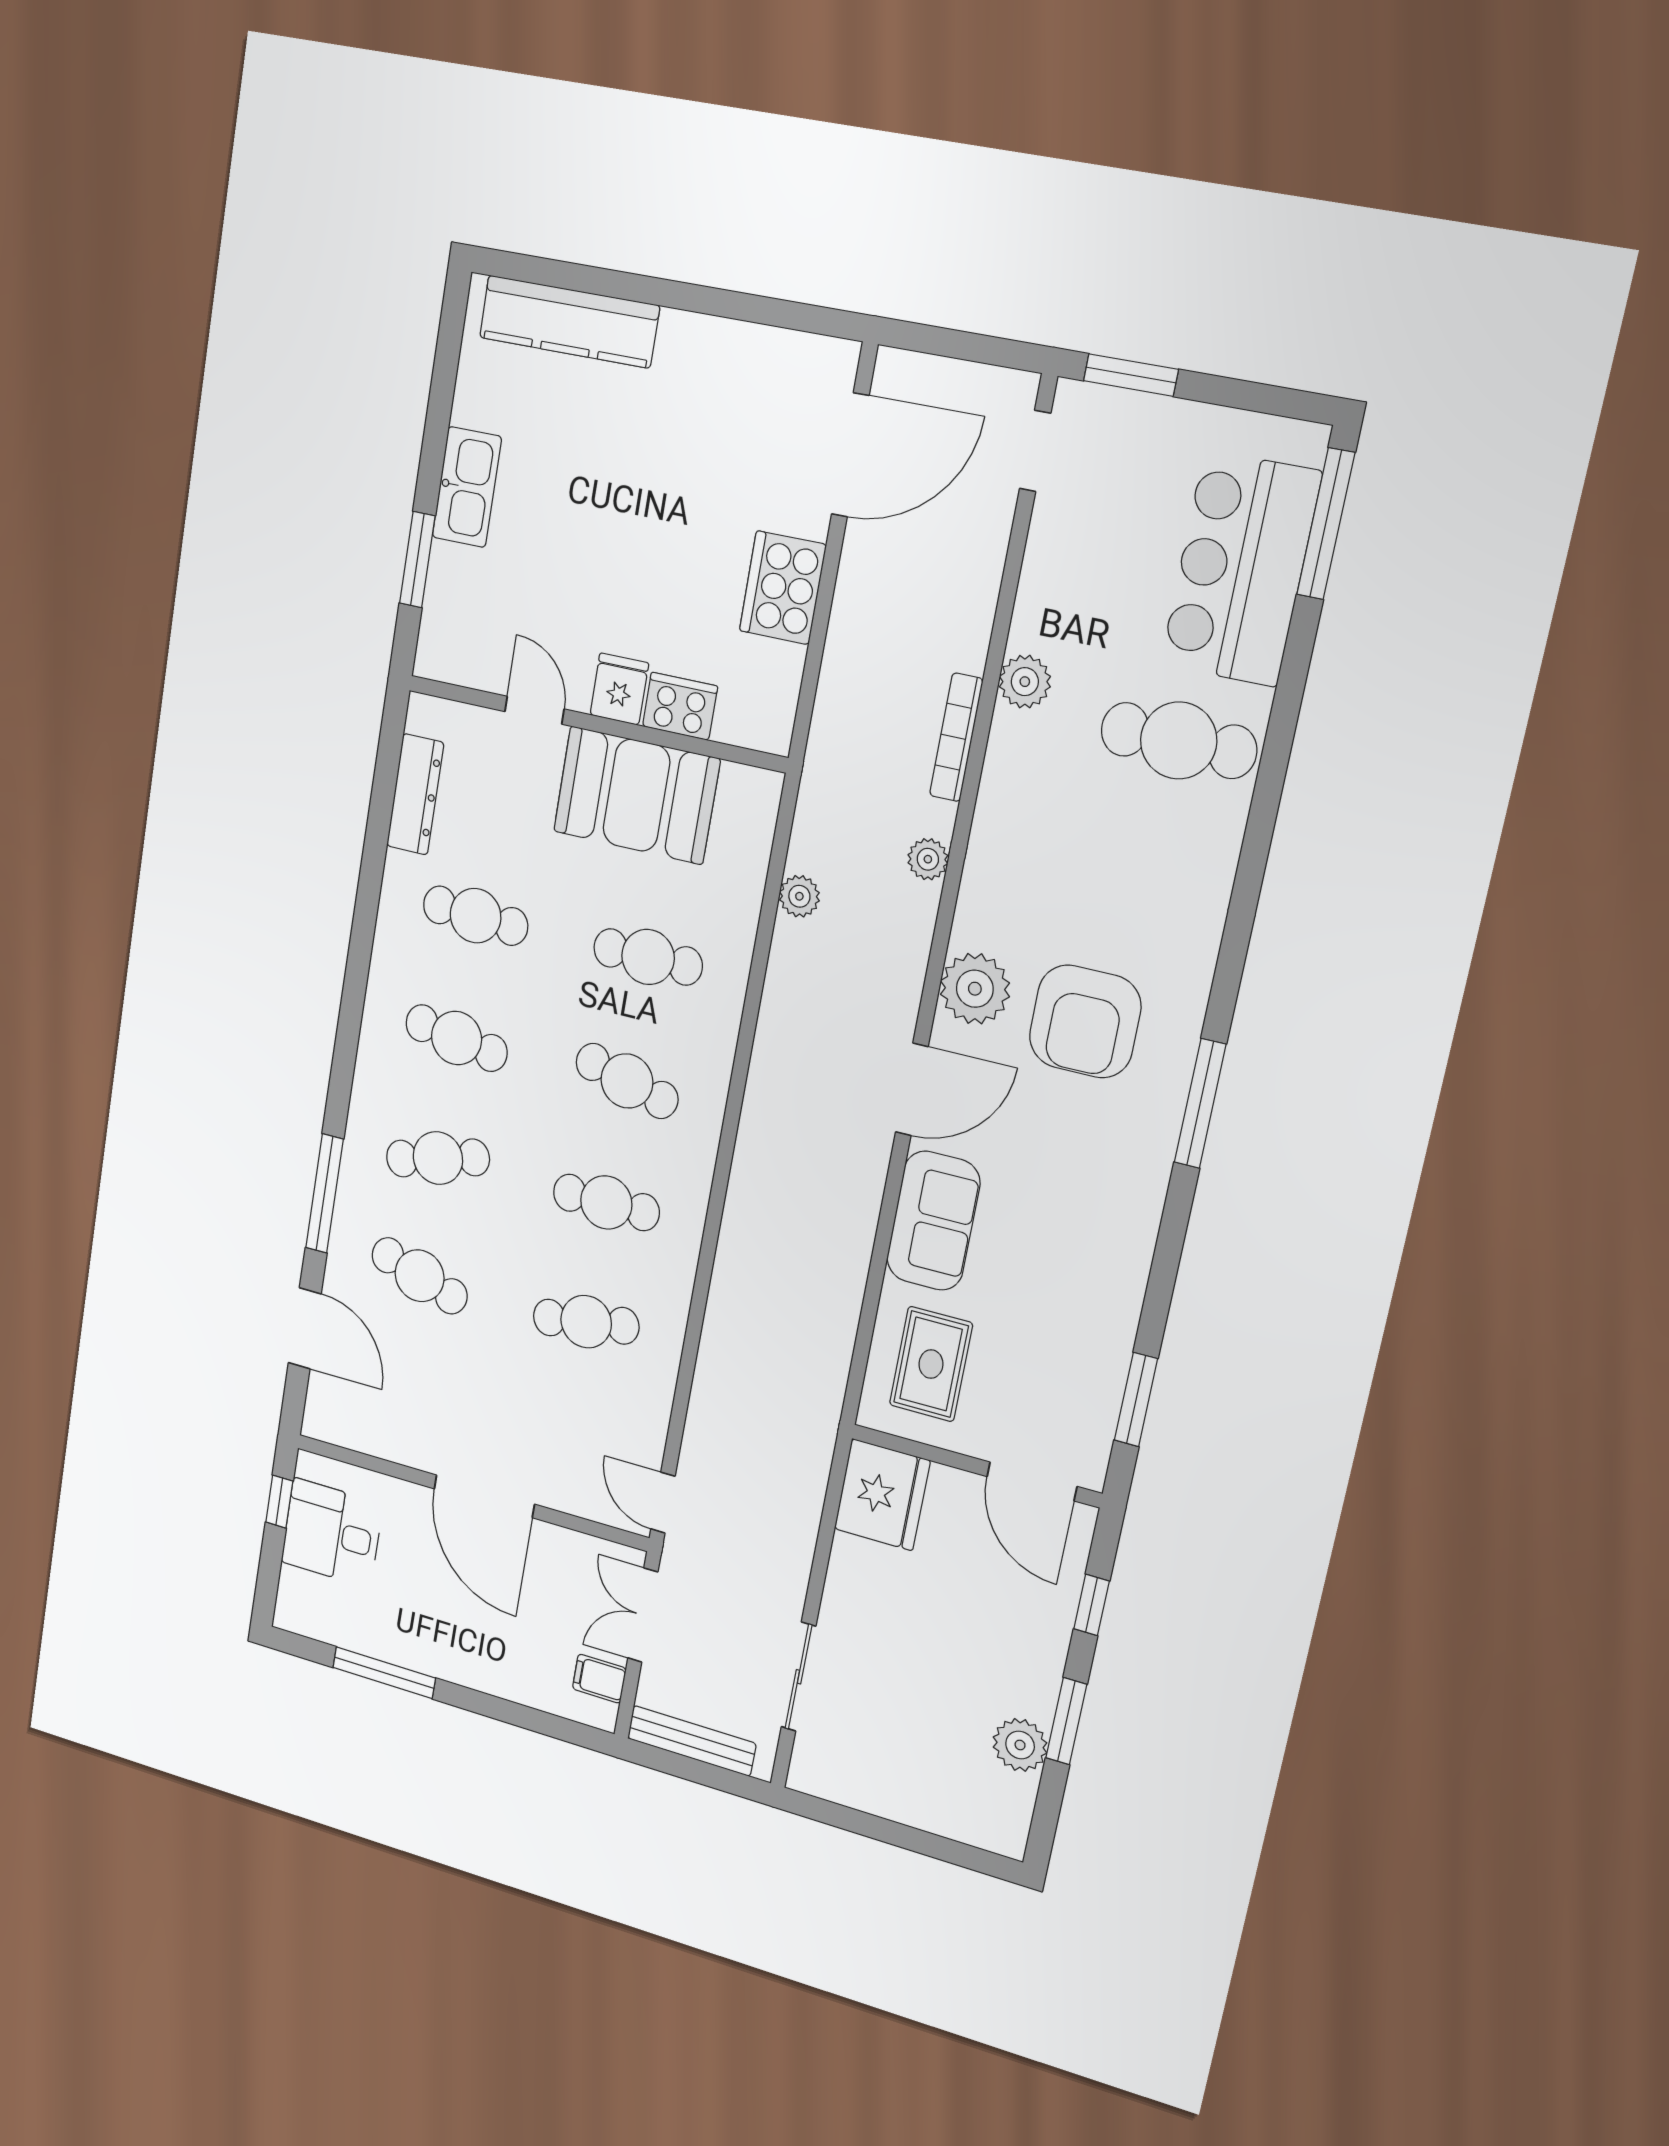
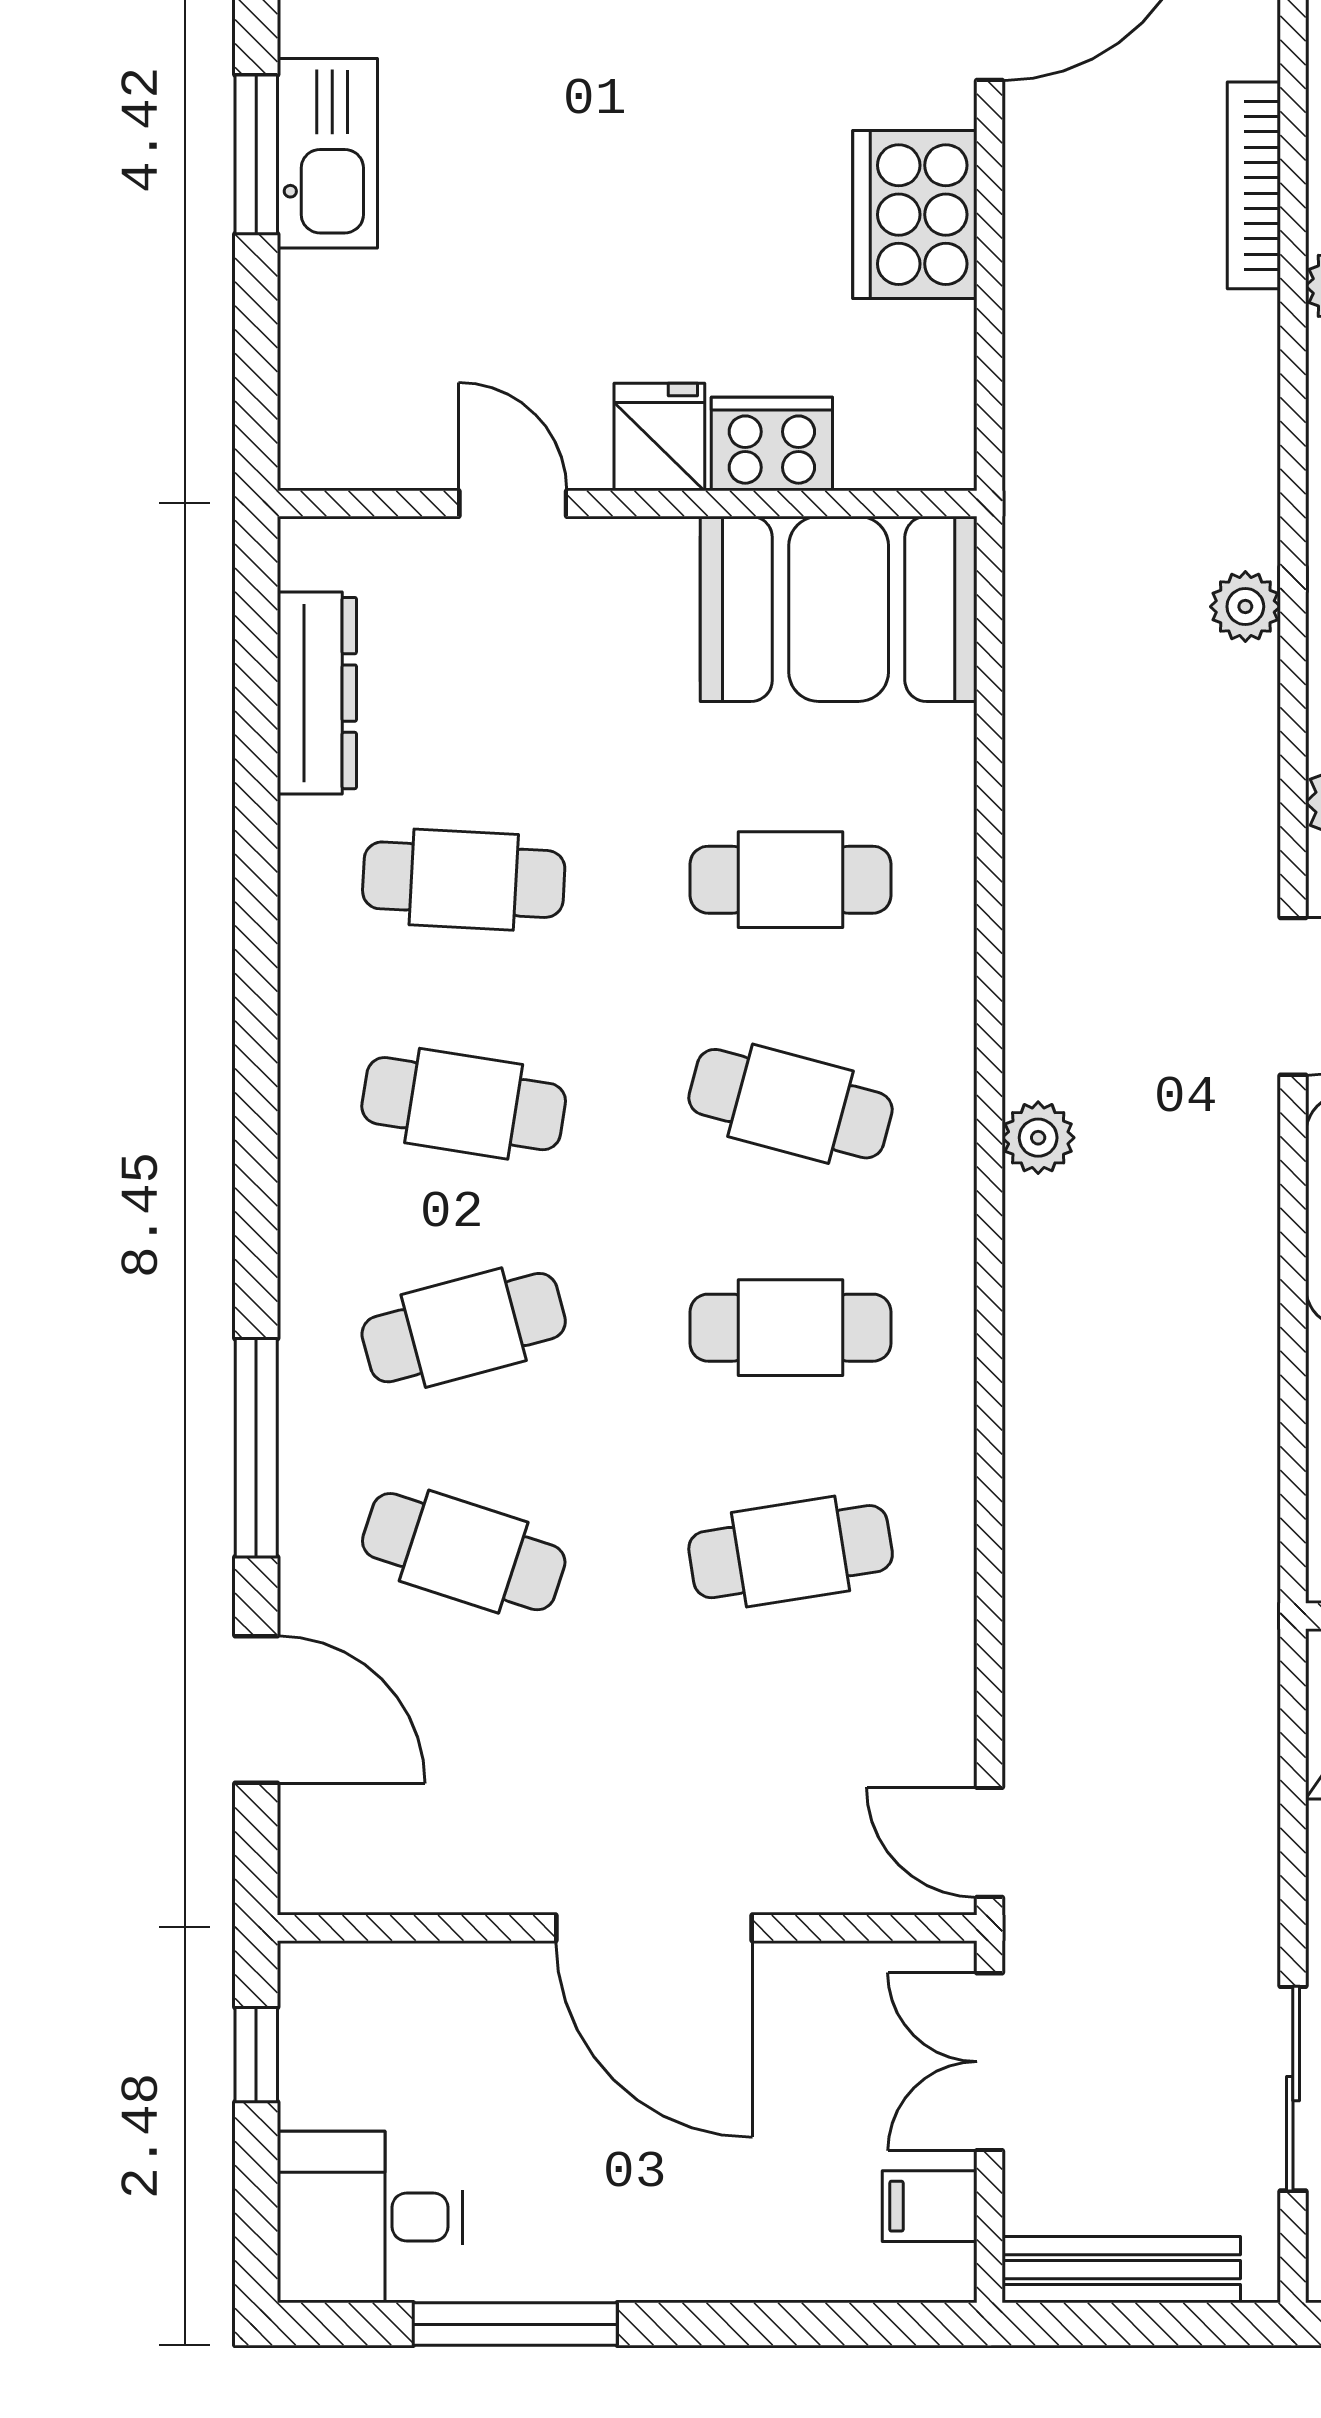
window: (417, 560) -> (256, 154), moved
bookcase: (956, 737) -> (1254, 185), moved
booth: (636, 795) -> (839, 609), moved
plant: (799, 896) -> (1038, 1138), moved
desk: (332, 1533) -> (370, 2217), moved

